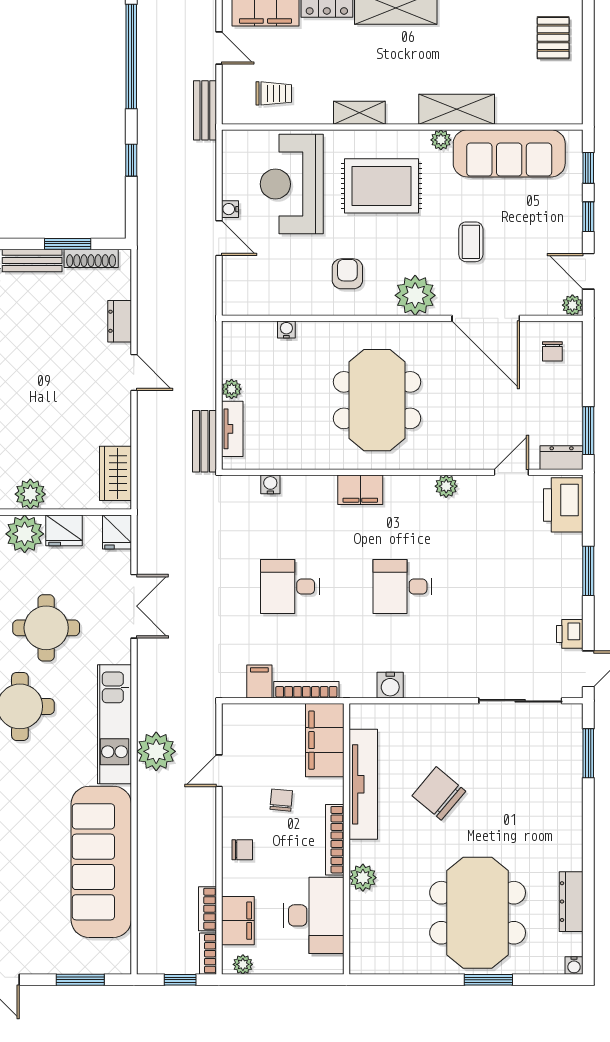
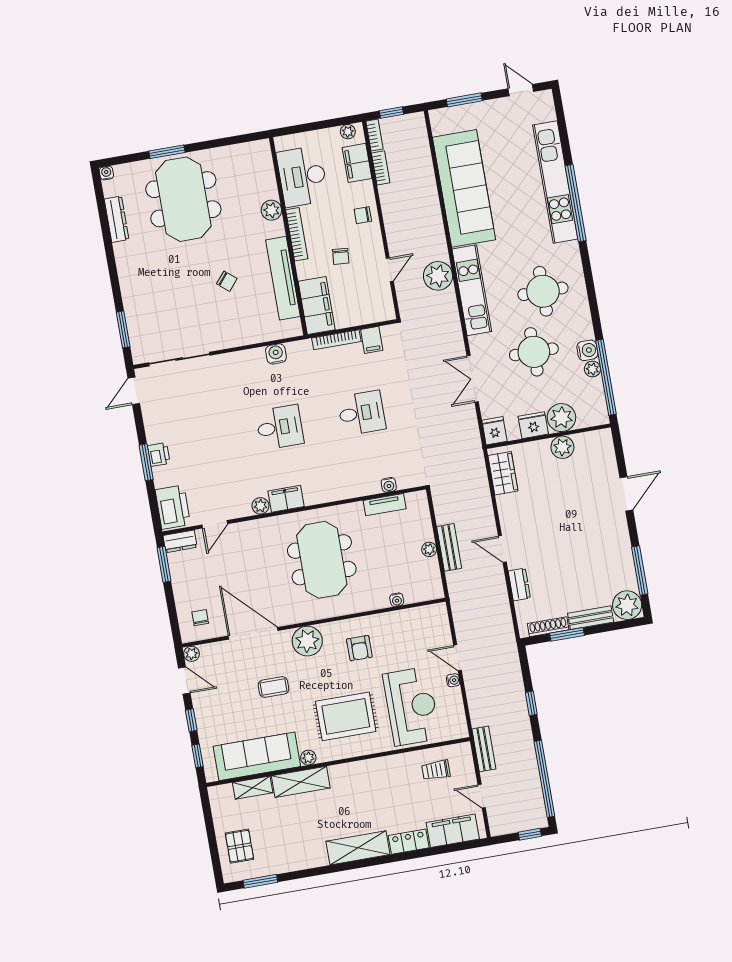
shelving: (359, 113) -> (253, 788), moved
coffee table: (471, 242) -> (274, 687), turned 90
tv unit: (232, 429) -> (385, 505), moved, turned -90
bench: (204, 441) -> (449, 547), moved
filing cabinet: (360, 490) -> (286, 499), moved
printer: (570, 634) -> (159, 454), moved
chair: (439, 793) -> (227, 281), width x0.54, depth x0.54

